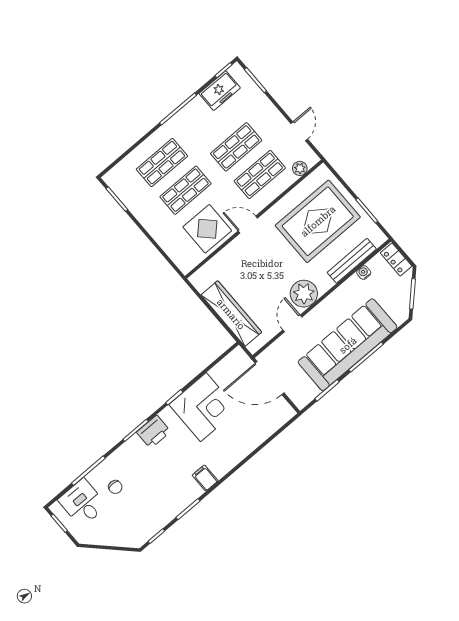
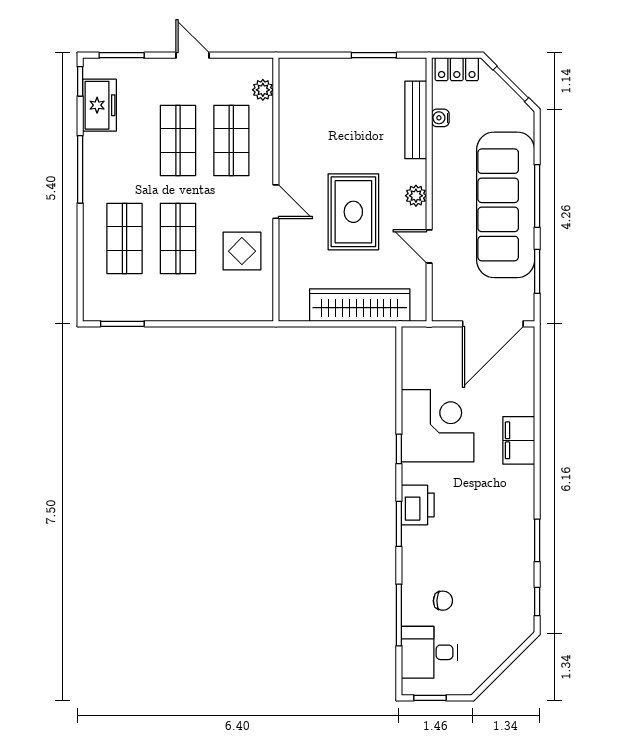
door: (299, 131) -> (193, 55), moved
rug: (318, 221) -> (353, 212), moved, width x0.73, depth x0.69
door: (248, 225) -> (276, 202), swing flipped
display table: (207, 229) -> (242, 251), width x0.73, depth x0.73
plant: (304, 294) -> (416, 196), width x0.53, depth x0.53
door: (270, 378) -> (493, 324), moved
filing cabinet: (205, 478) -> (519, 440), moved, width x2.00

